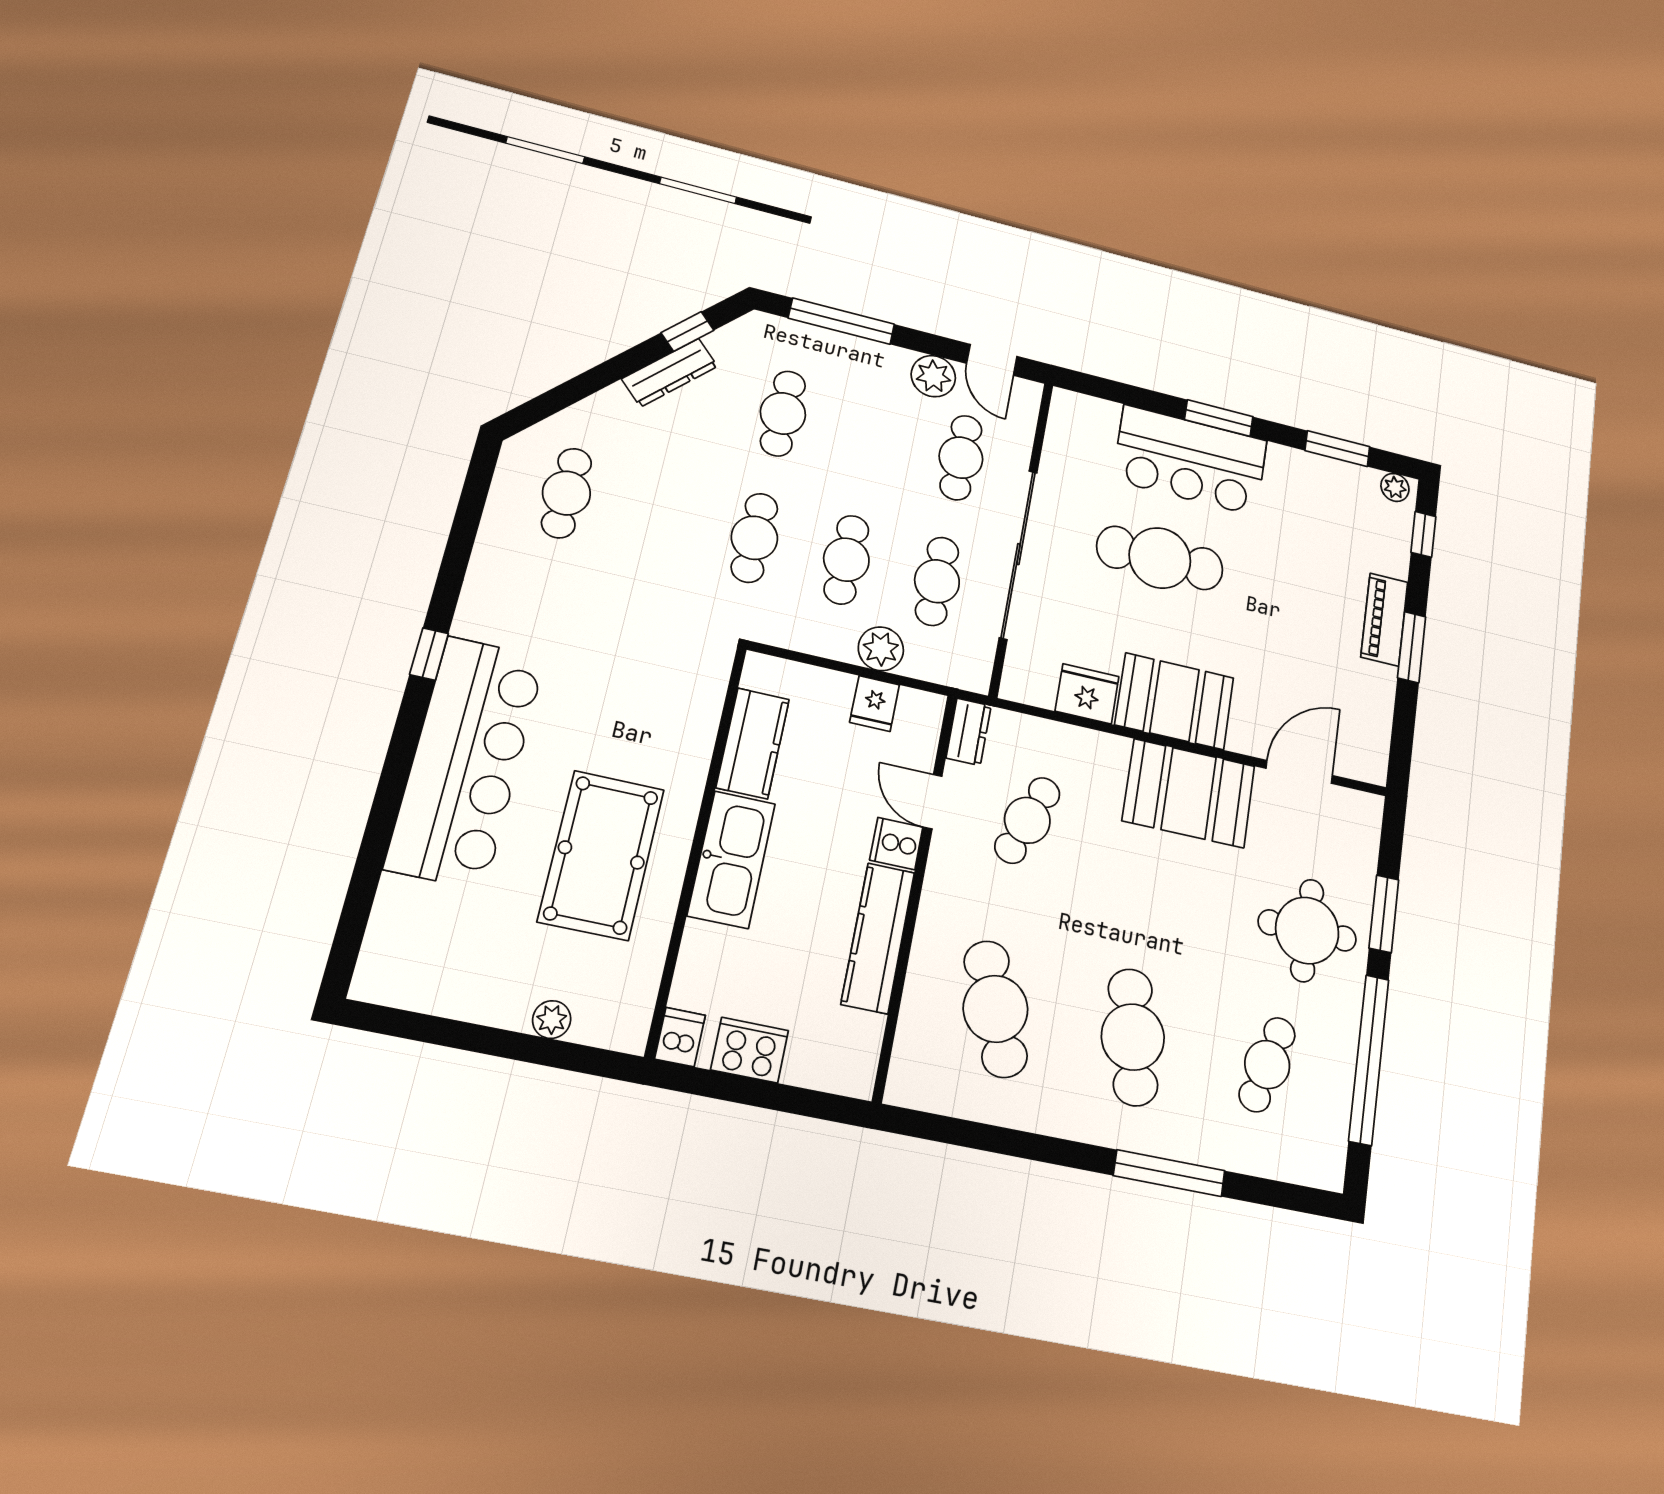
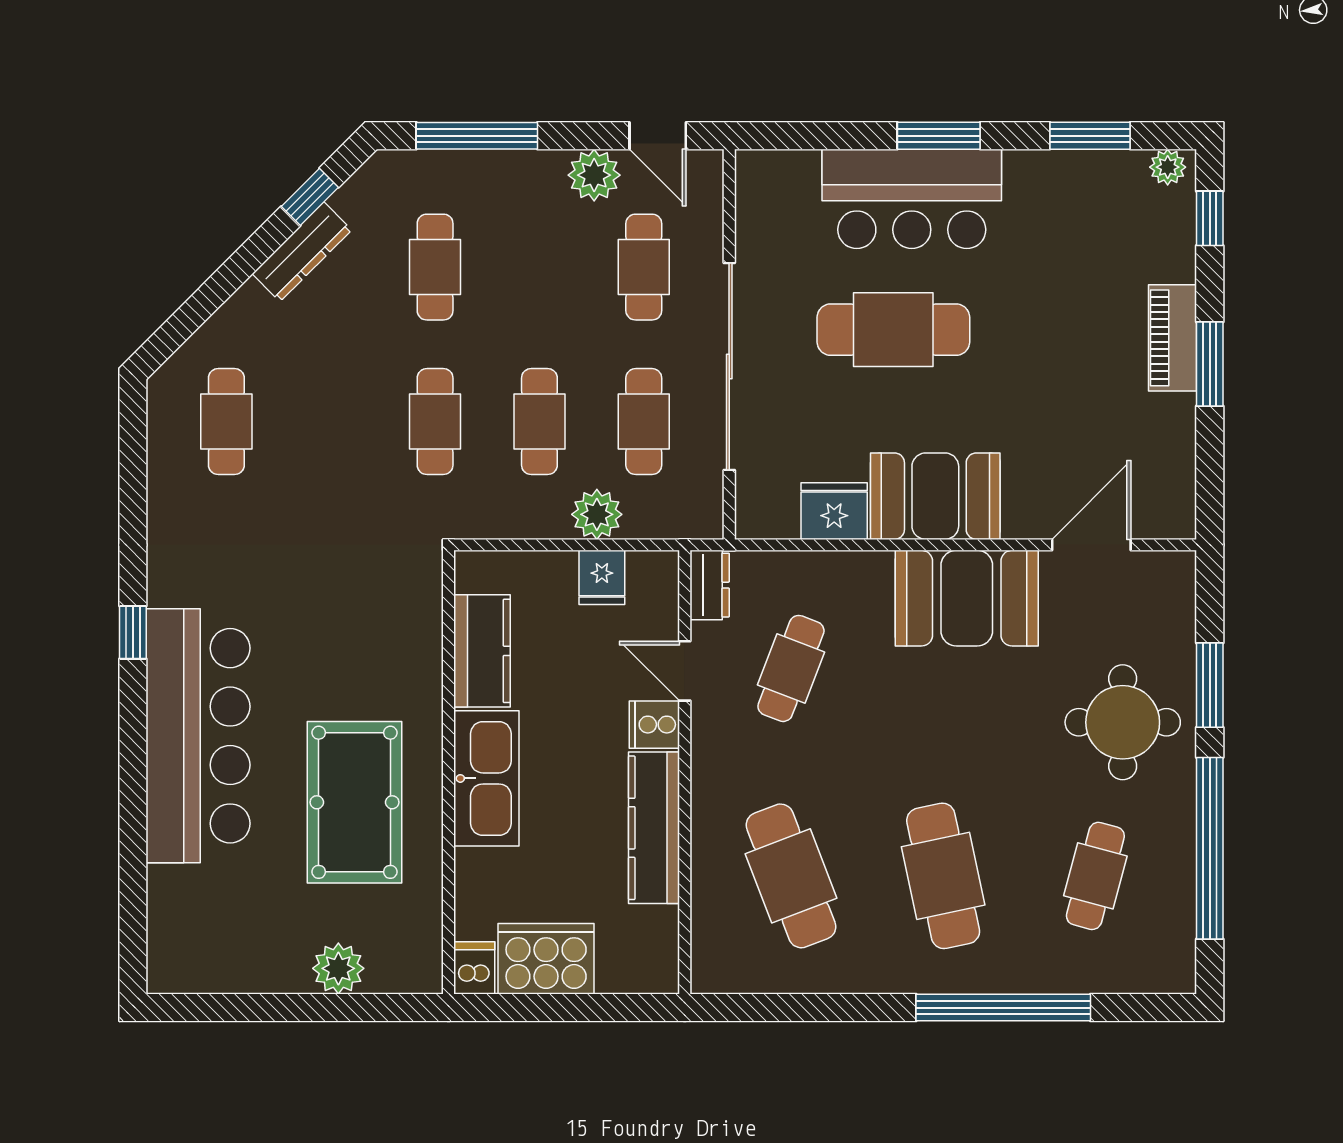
plant: (552, 1020) -> (338, 968), width x1.38, depth x1.38
cooker: (750, 1050) -> (546, 959), width x1.37, depth x1.31
window: (1169, 1173) -> (1003, 1008), width x1.46

